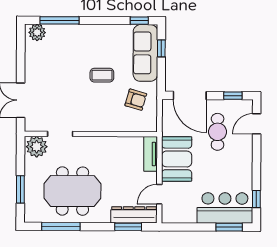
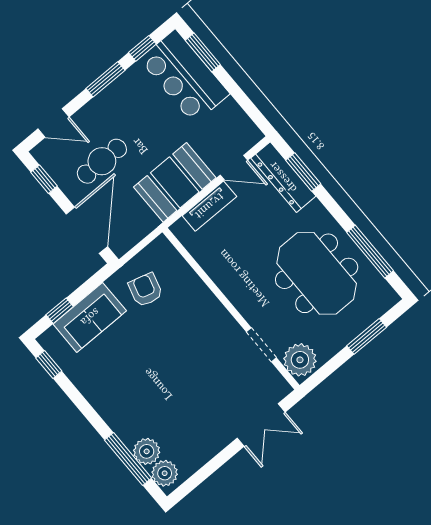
plant: (55, 33) -> (147, 451), added
sofa: (145, 53) -> (90, 317), width x0.73
coffee table: (102, 75) -> (150, 354), removed
tv unit: (151, 154) -> (209, 206), moved
window: (256, 168) -> (105, 79), added

